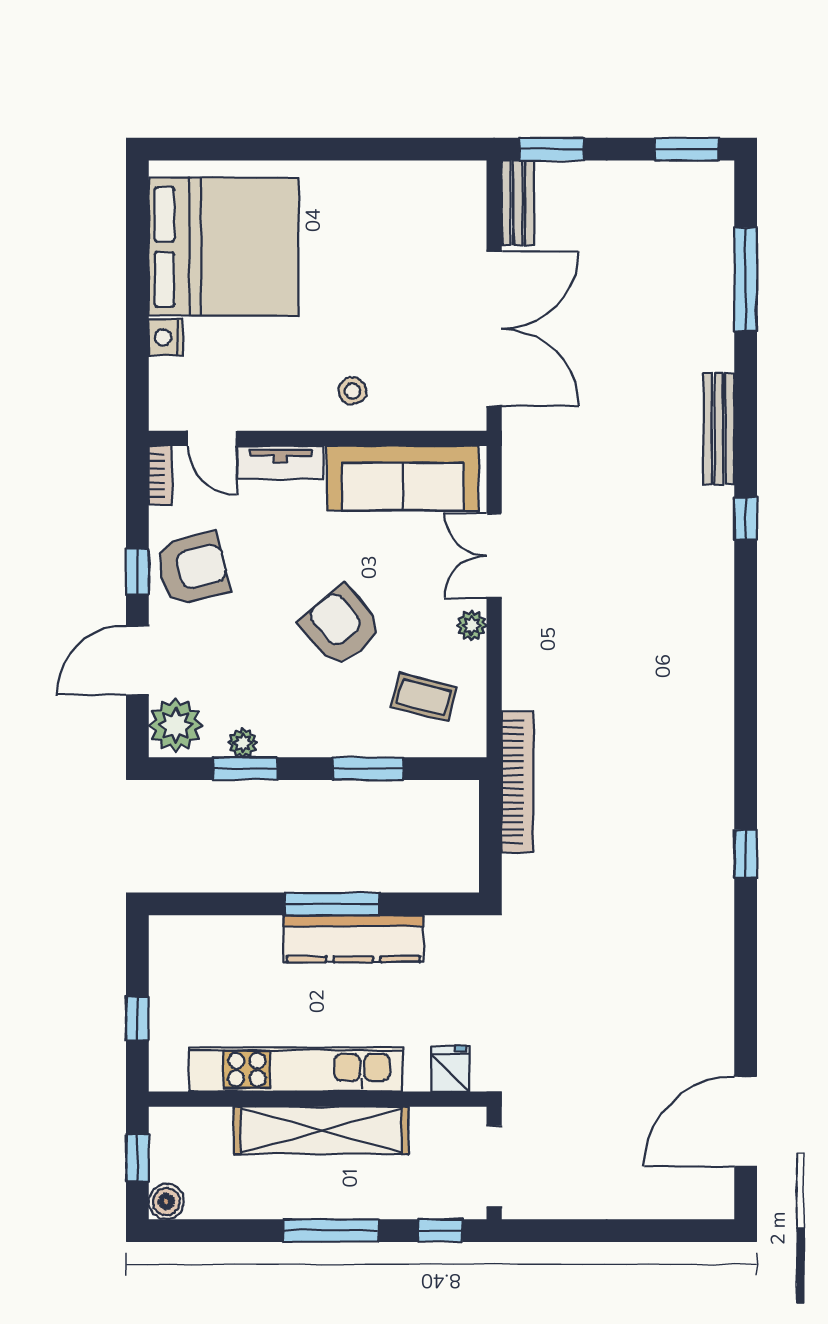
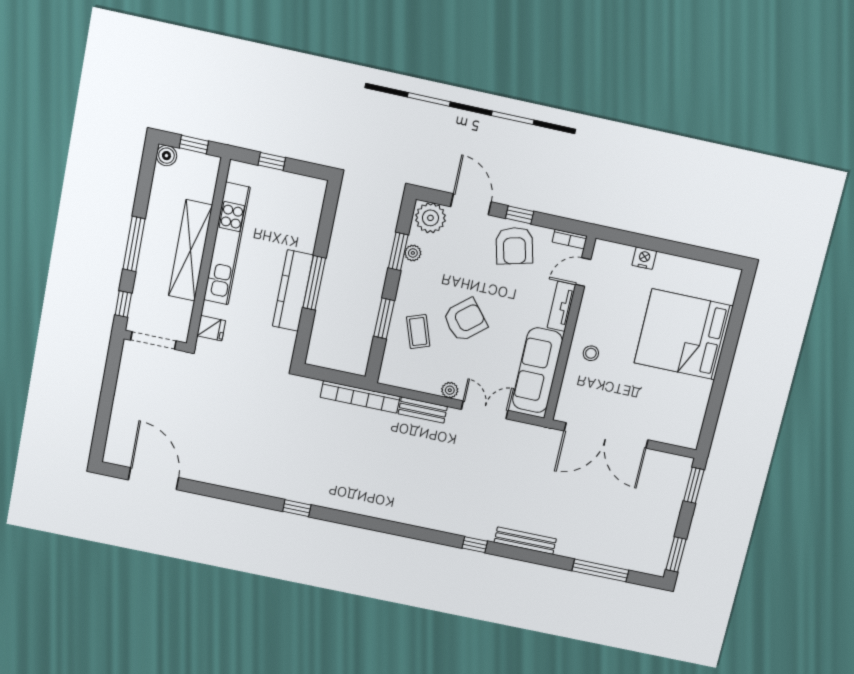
bench: (518, 203) -> (423, 410), moved
bed: (224, 247) -> (684, 334), moved, turned 90
coffee table: (424, 697) -> (418, 332), moved, turned -34

